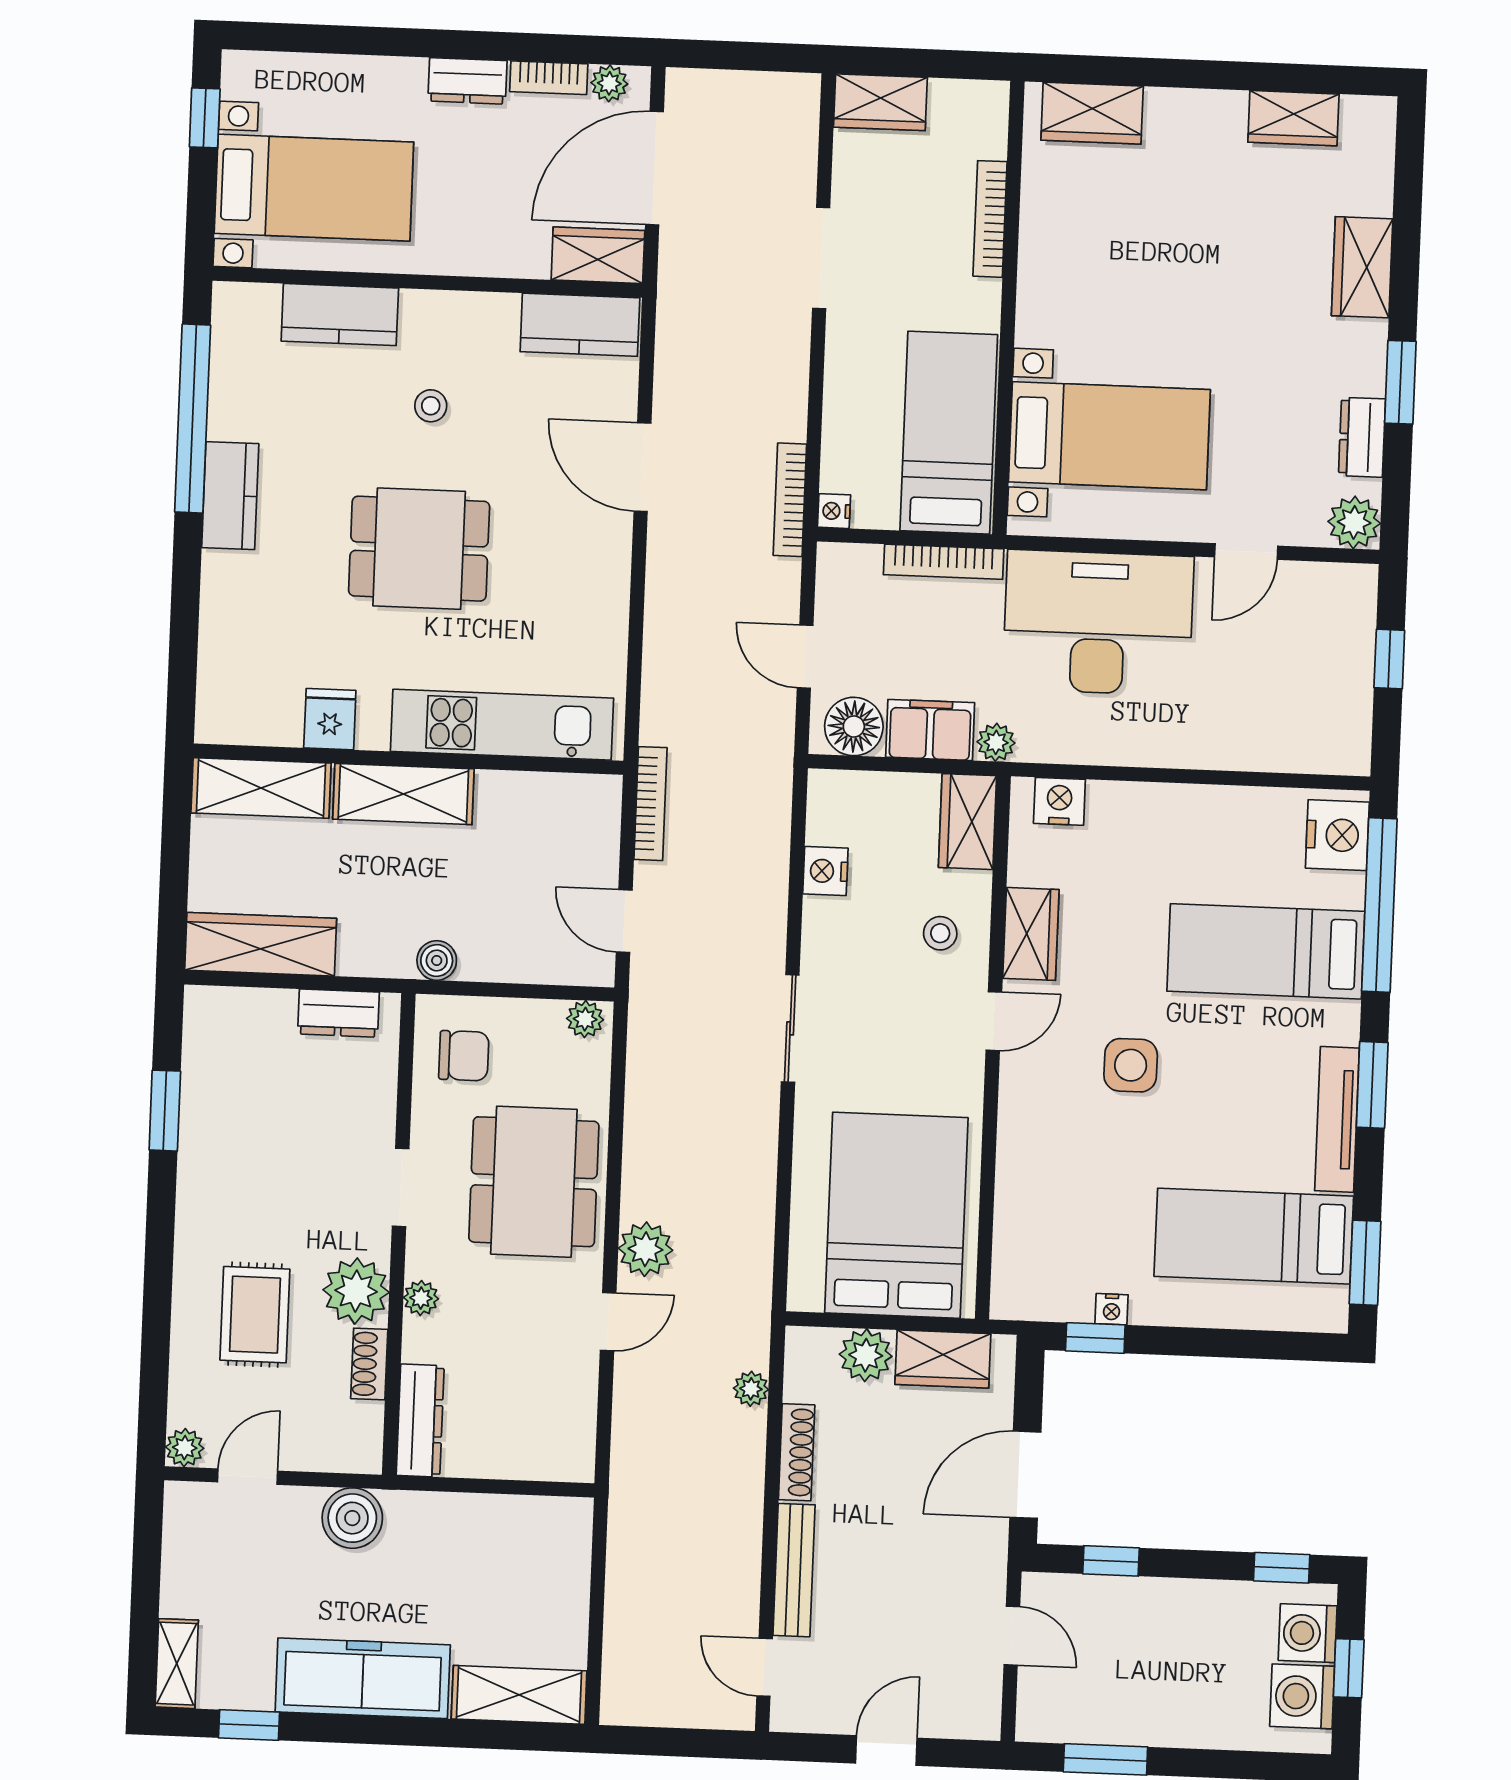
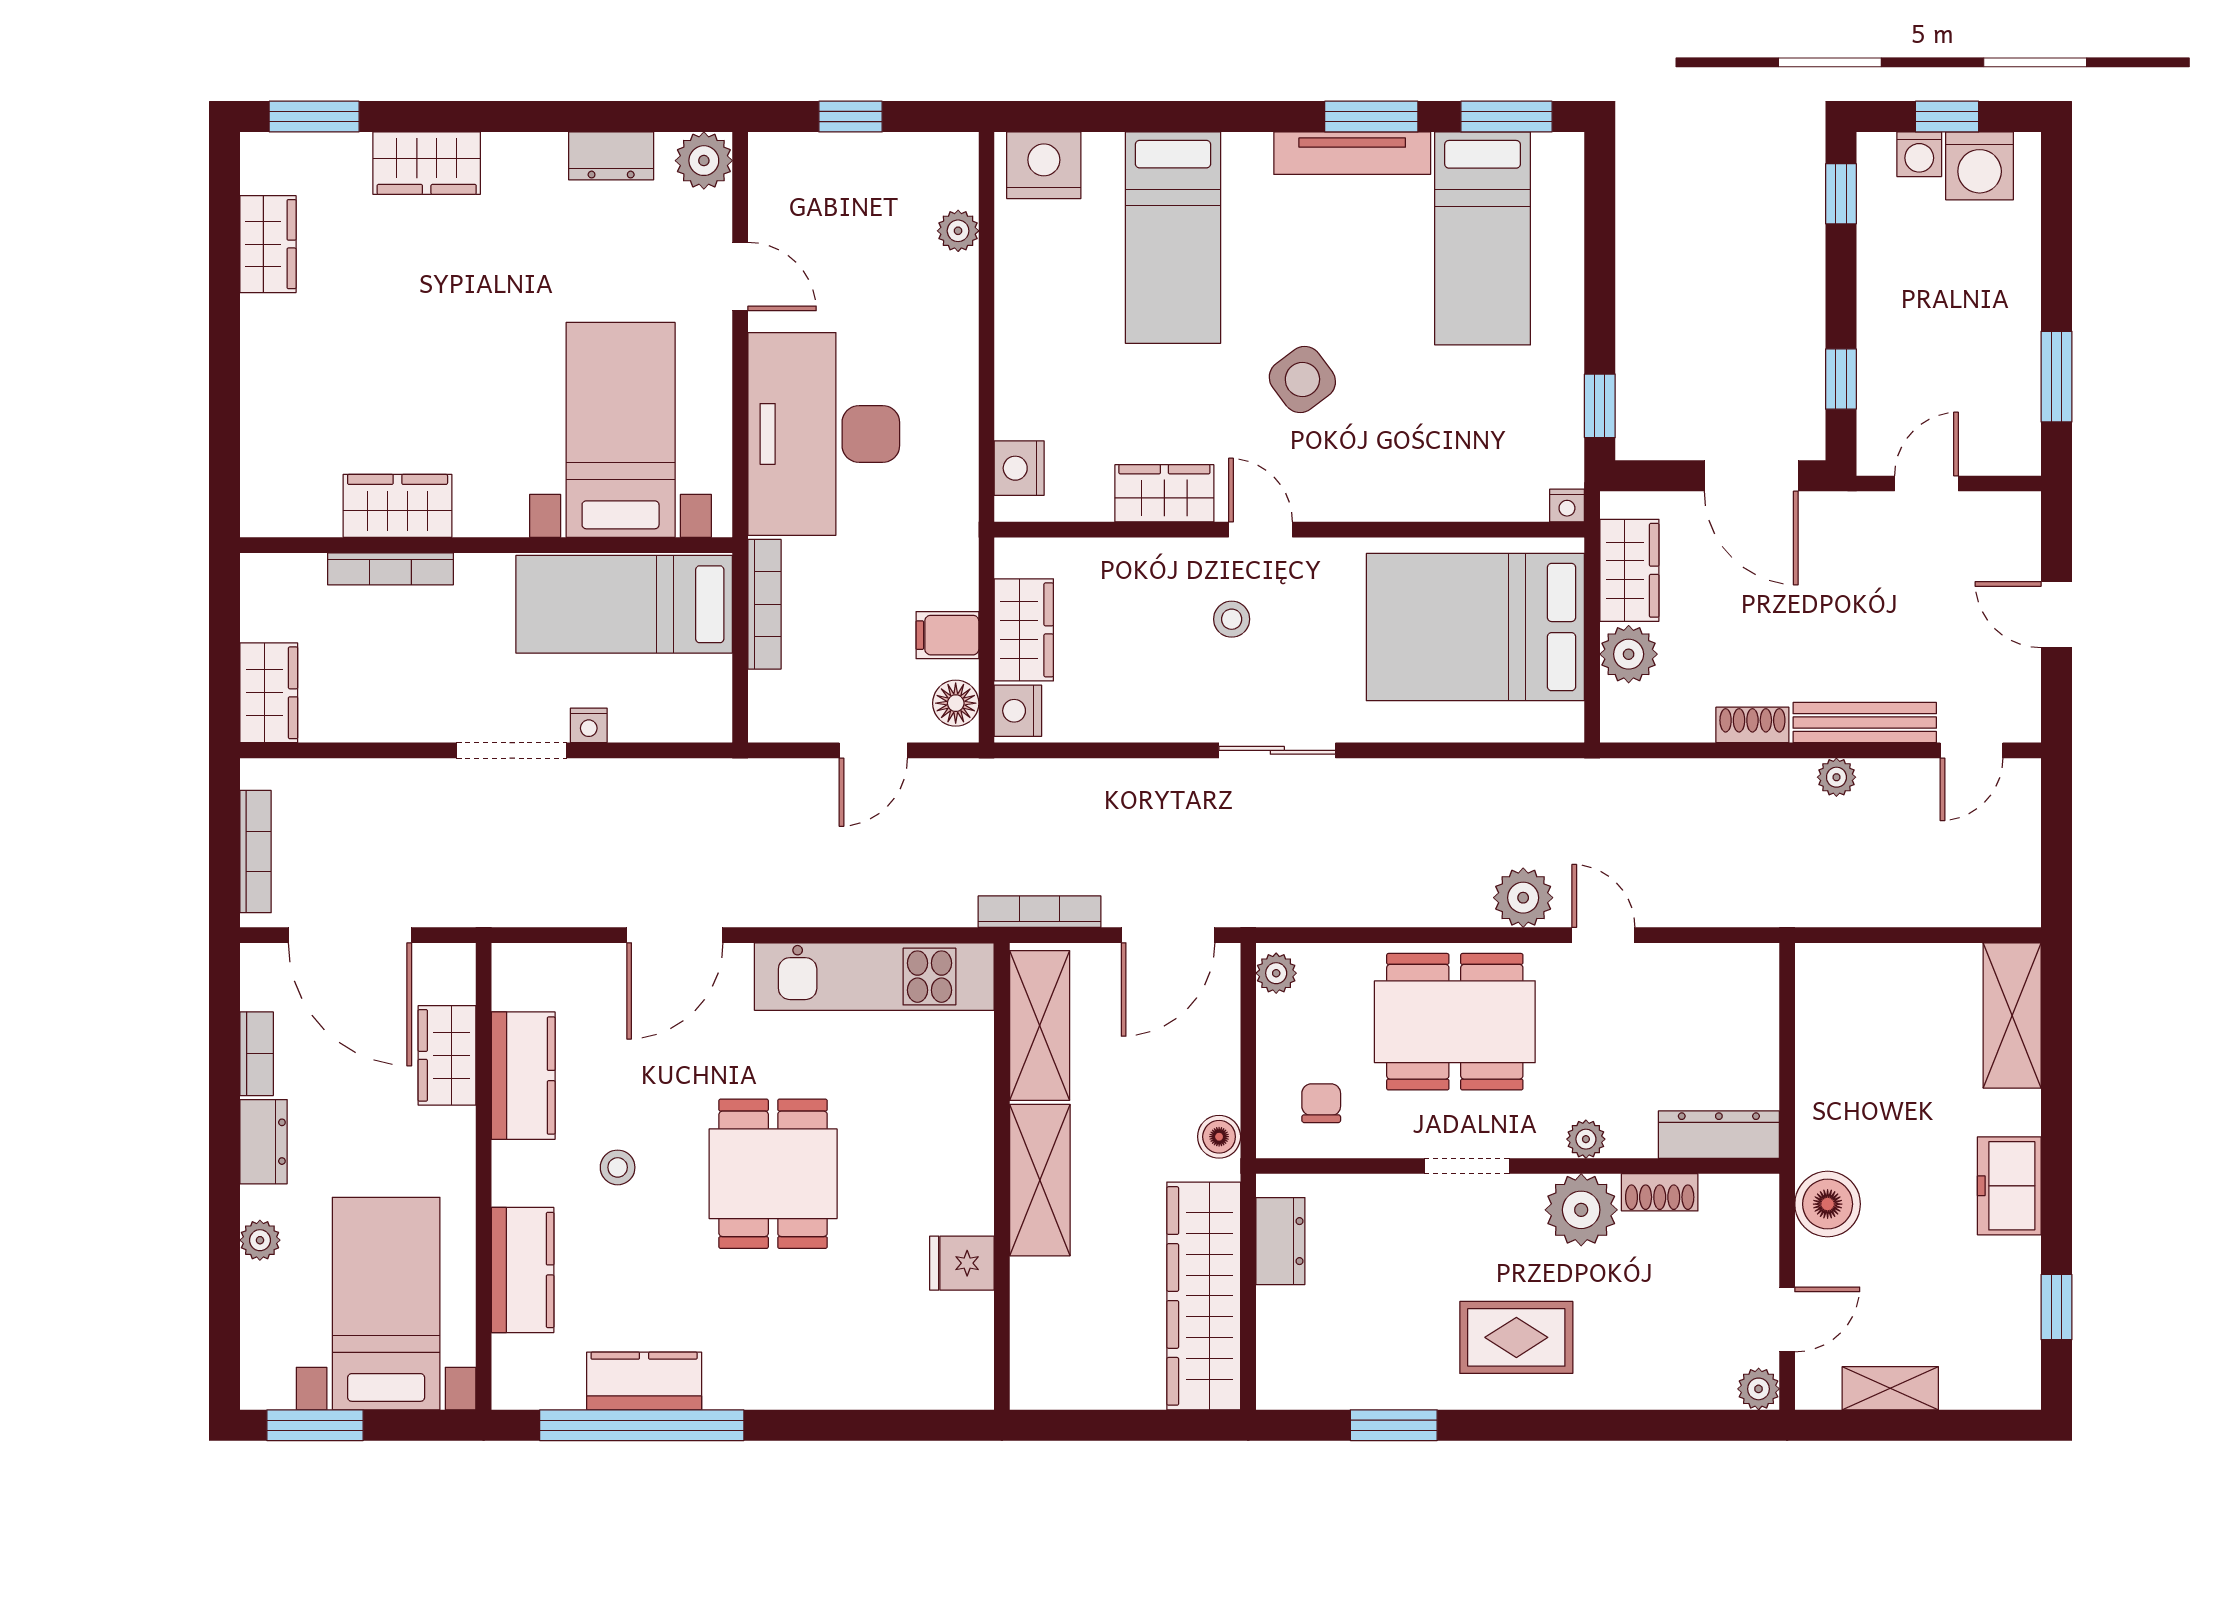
plant: (609, 83) -> (260, 1240), moved
wardrobe: (1092, 113) -> (398, 506), moved, turned -90
window: (205, 118) -> (315, 1425), width x1.50
wardrobe: (598, 255) -> (447, 1055), moved
doorway: (821, 258) -> (512, 750), moved
kitchen counter: (580, 325) -> (523, 1076), moved
window: (1400, 382) -> (314, 117), moved
kitchen counter: (230, 496) -> (644, 1381), moved
bookcase: (790, 500) -> (255, 852), moved, turned -90
nightstand: (834, 511) -> (589, 725), moved
kitchen unit: (502, 725) -> (874, 977), moved, turned -90
floor lamp: (854, 727) -> (956, 703), width x0.73, depth x0.73
filing cabinet: (930, 730) -> (947, 635), width x0.50
plant: (996, 742) -> (958, 231), moved
shelving: (261, 788) -> (1040, 1025), moved
wardrobe: (968, 822) -> (1024, 630), moved, turned -90
nightstand: (825, 871) -> (1018, 711), moved, turned 90
window: (1379, 905) -> (1118, 117), removed
door: (624, 921) -> (1168, 935), width x1.38
stool: (940, 933) -> (1232, 619), moved
wardrobe: (261, 944) -> (1204, 1296), width x1.40, depth x1.17
chair: (464, 1056) -> (1321, 1103), width x0.73, depth x0.73
side table: (1131, 1065) -> (1302, 379), turned -37
window: (1372, 1085) -> (1371, 117), moved
nightstand: (1112, 1309) -> (1567, 506), moved, turned 90
rug: (255, 1315) -> (1516, 1337), moved
plant: (751, 1389) -> (1836, 777), moved
shoe rack: (797, 1452) -> (1752, 725), width x0.70
door: (248, 1477) -> (1787, 1319), swing flipped
washing machine: (1308, 1633) -> (1919, 154), width x0.73, depth x0.73
shelving: (177, 1664) -> (1890, 1388), moved
freezer: (363, 1678) -> (2009, 1186), width x0.52, depth x0.79

